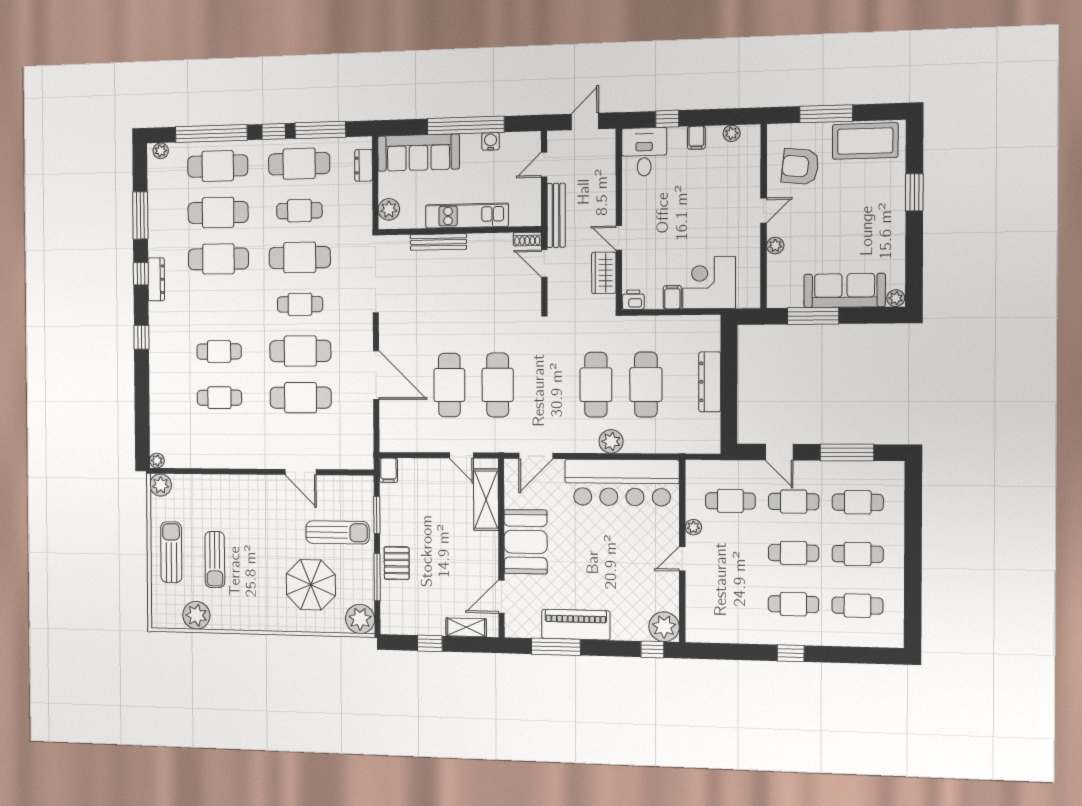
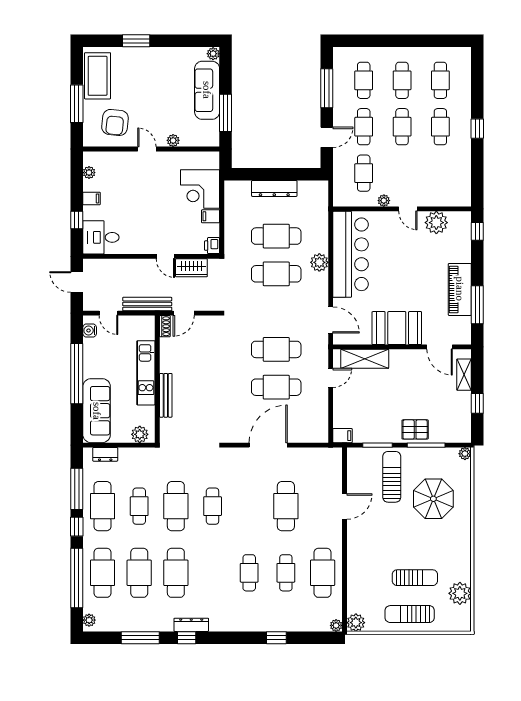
water cooler: (491, 141) -> (90, 331), moved
door: (619, 238) -> (165, 256), hinge flipped
window: (141, 337) -> (276, 638), moved
cafe table: (300, 351) -> (323, 573), moved
plant: (360, 619) -> (465, 454), width x0.53, depth x0.53
plant: (664, 627) -> (436, 223), moved

